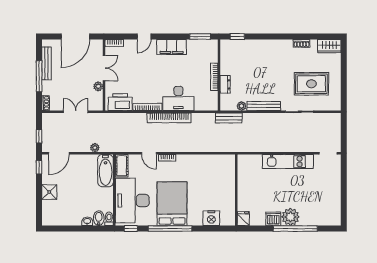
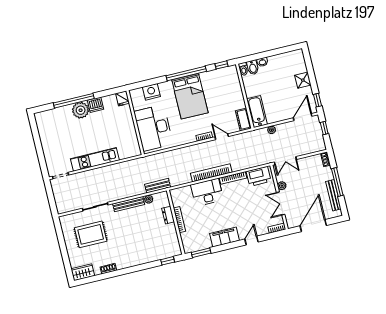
double door: (76, 112) -> (285, 161), moved
desk: (132, 201) -> (154, 128), moved, turned 180

